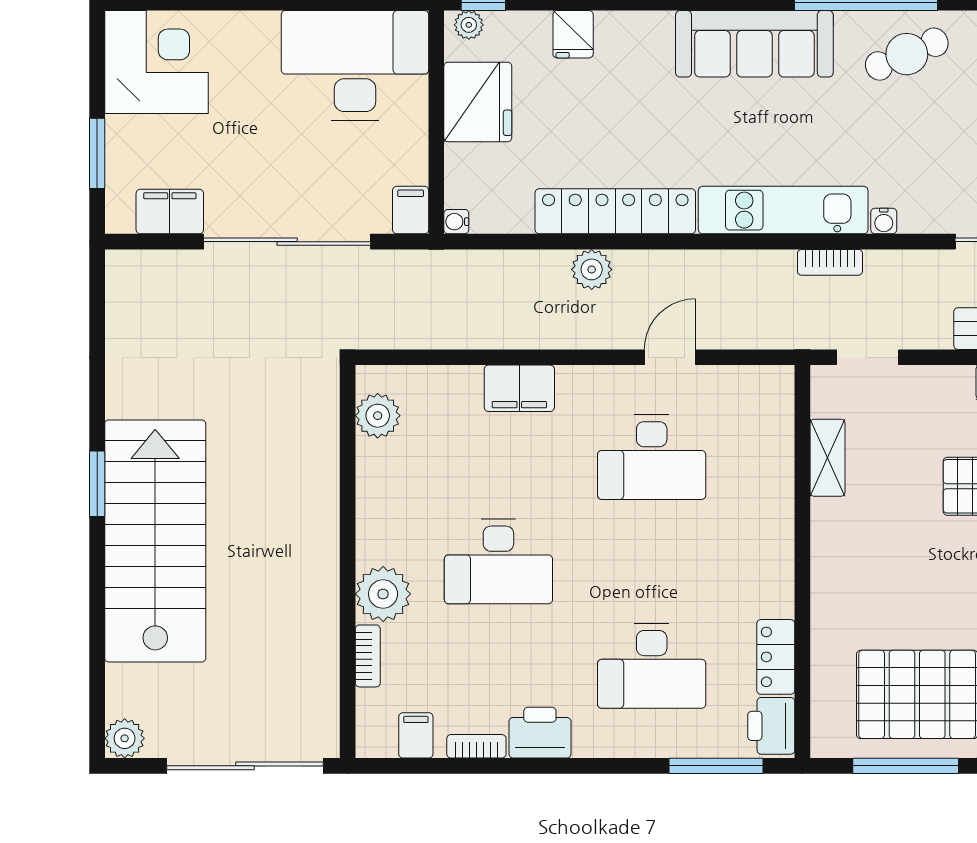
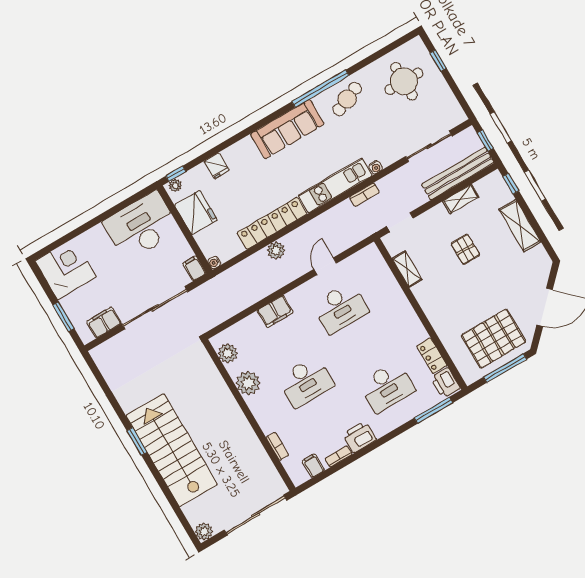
plant: (383, 594) -> (248, 383), moved

